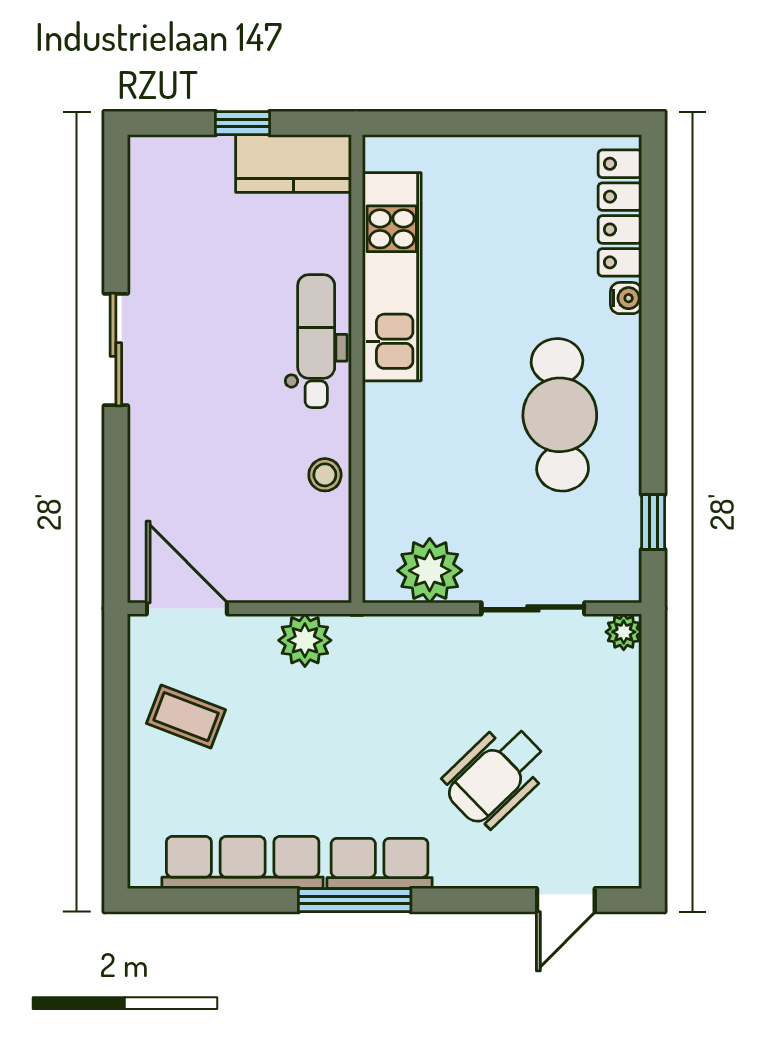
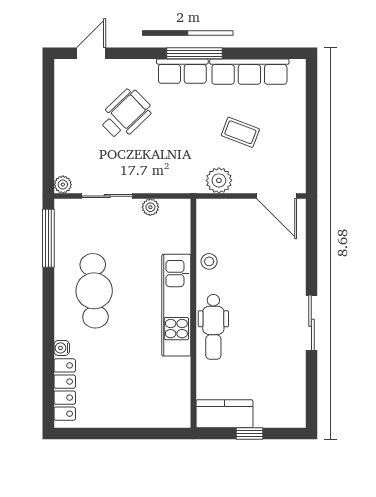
kitchen unit: (392, 277) -> (176, 305), moved
window: (653, 522) -> (48, 238), width x2.17
plant: (430, 571) -> (150, 207), width x0.53, depth x0.53
coffee table: (186, 717) -> (240, 132), moved

